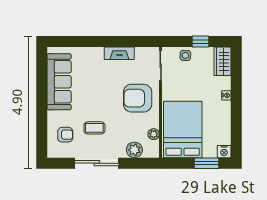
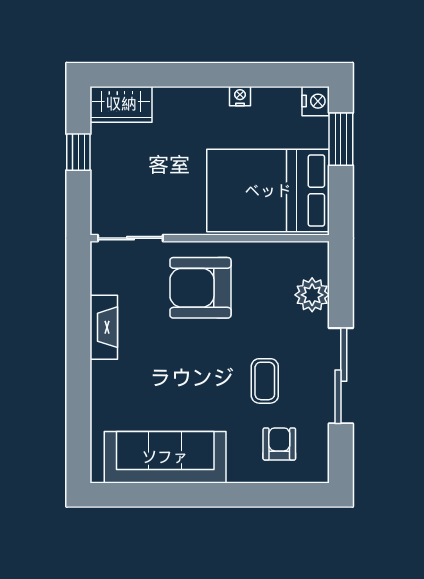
side table: (185, 55) -> (108, 185), removed
nightstand: (226, 95) -> (240, 96), moved
armchair: (138, 98) -> (200, 288), turned 90
plant: (154, 134) -> (278, 253), removed

